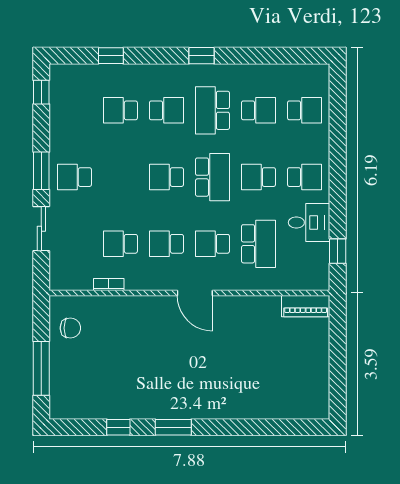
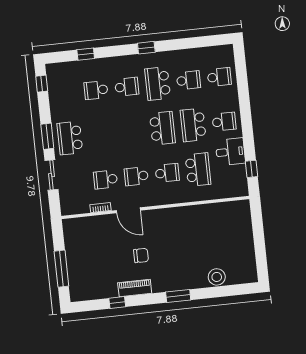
school desk: (74, 177) -> (70, 138), width x1.85
school desk: (166, 177) -> (132, 132), removed
school desk: (258, 177) -> (193, 125), width x1.85
school desk: (212, 244) -> (167, 173), turned 180
door: (195, 293) -> (128, 210), moved
piano: (306, 306) -> (135, 288), moved, turned 180
chair: (70, 328) -> (141, 255), moved
stool: (269, 405) -> (217, 277), added
window: (173, 427) -> (178, 296), moved

